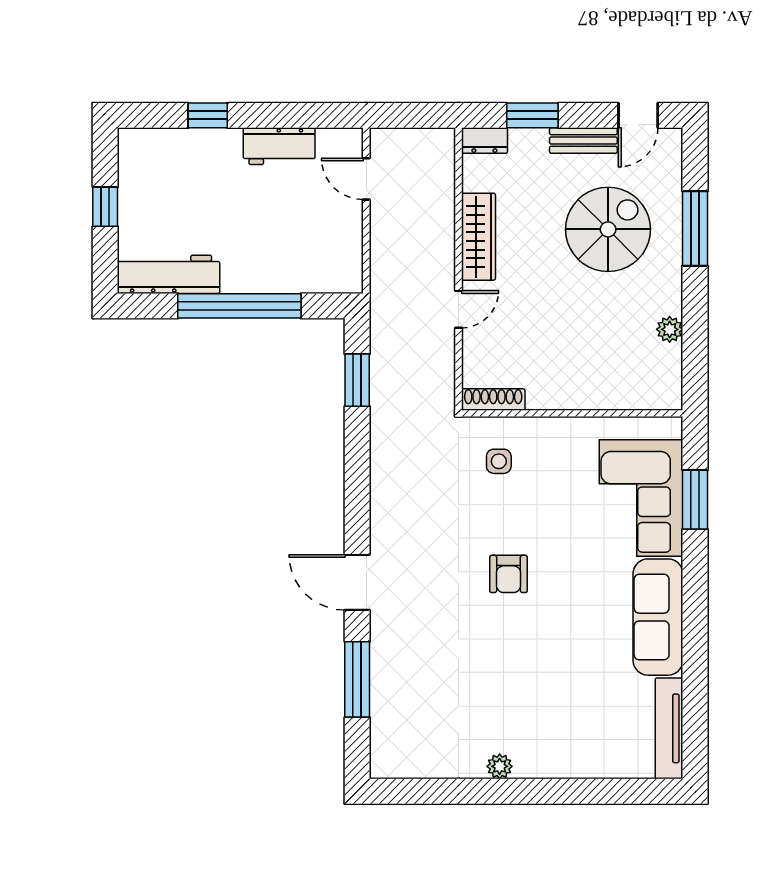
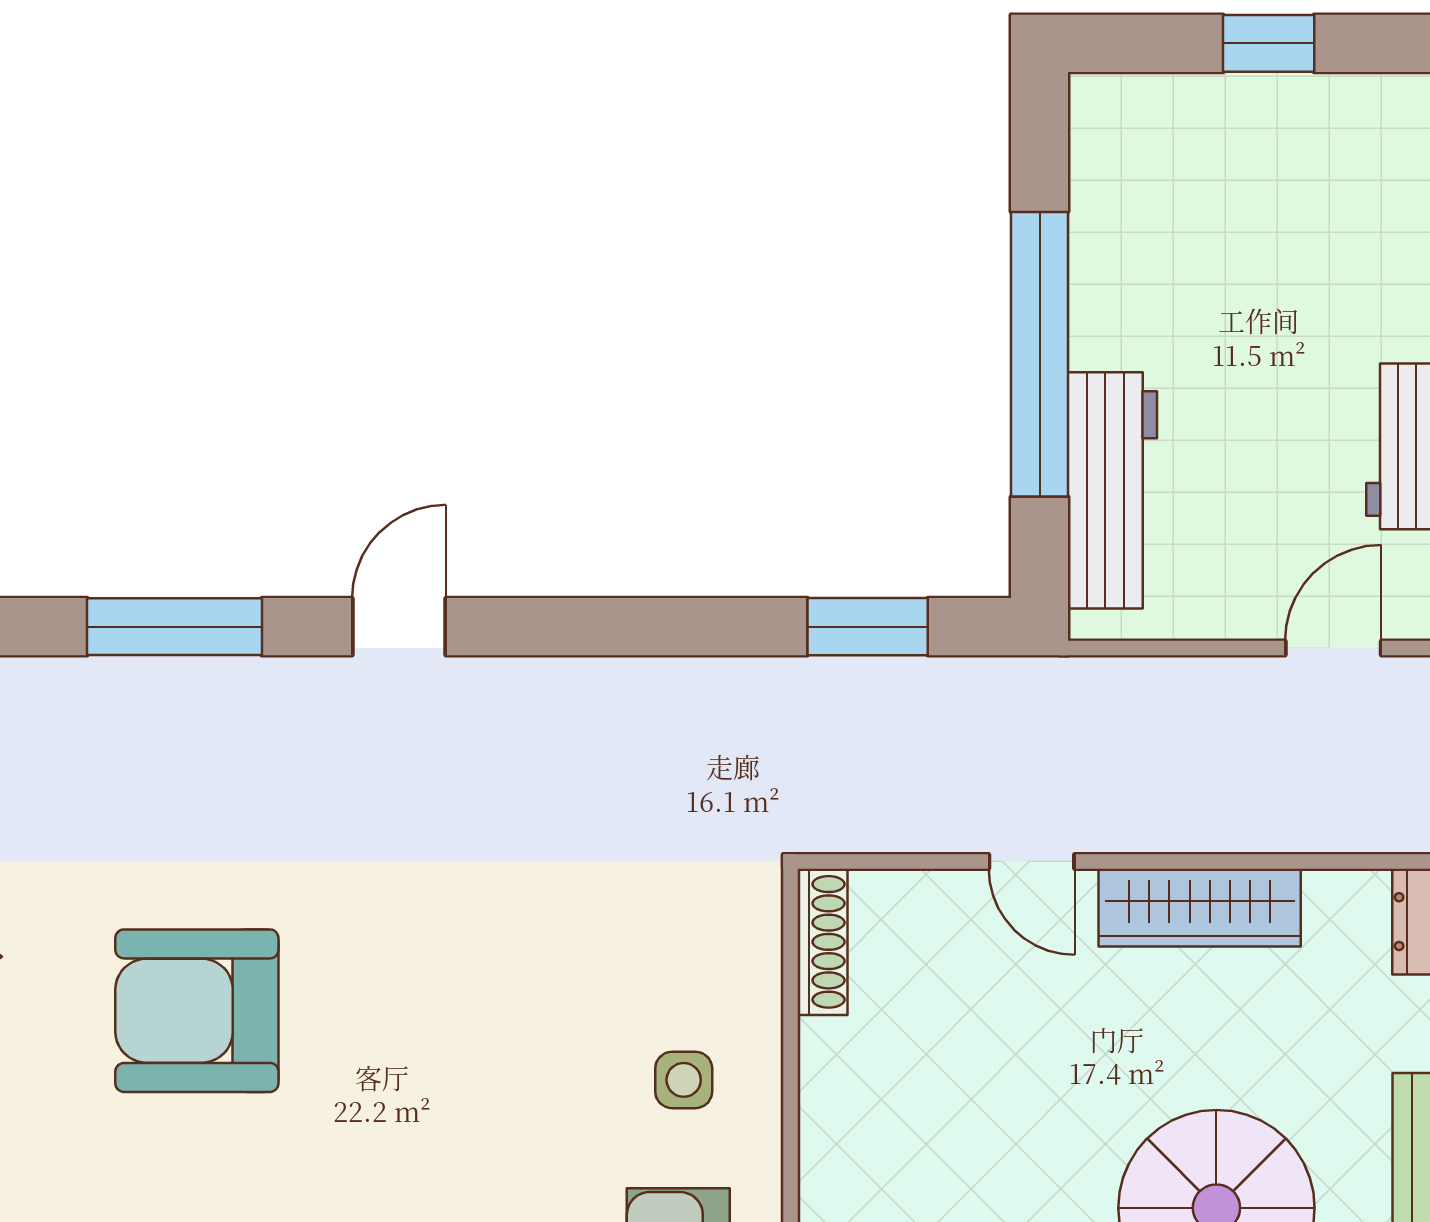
workbench: (168, 274) -> (1112, 490), moved
side table: (499, 461) -> (684, 1080), moved
armchair: (509, 574) -> (197, 1011), moved, width x1.88, depth x1.88
door: (357, 582) -> (399, 627), width x0.73

